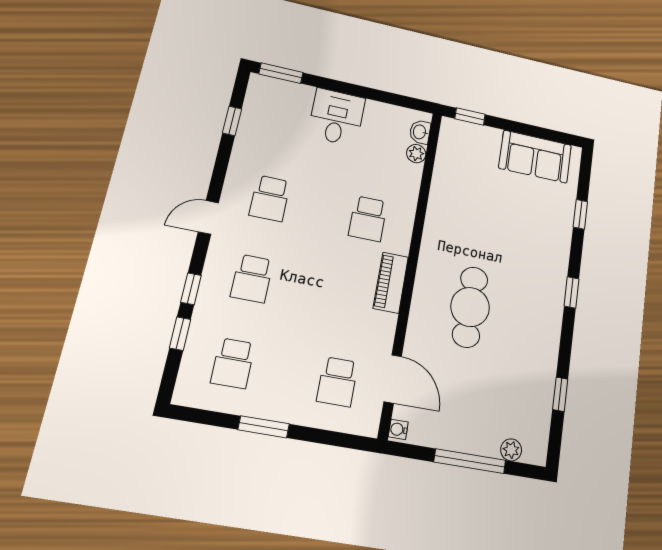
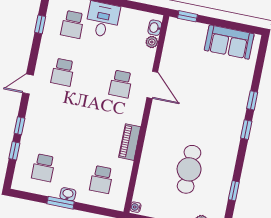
window: (580, 214) -> (252, 100), moved
school desk: (252, 278) -> (73, 24), moved
piano: (391, 283) -> (130, 142), moved
cafe table: (470, 307) -> (189, 169), moved
door: (393, 379) -> (152, 85), moved
washbasin: (277, 411) -> (68, 194), added

